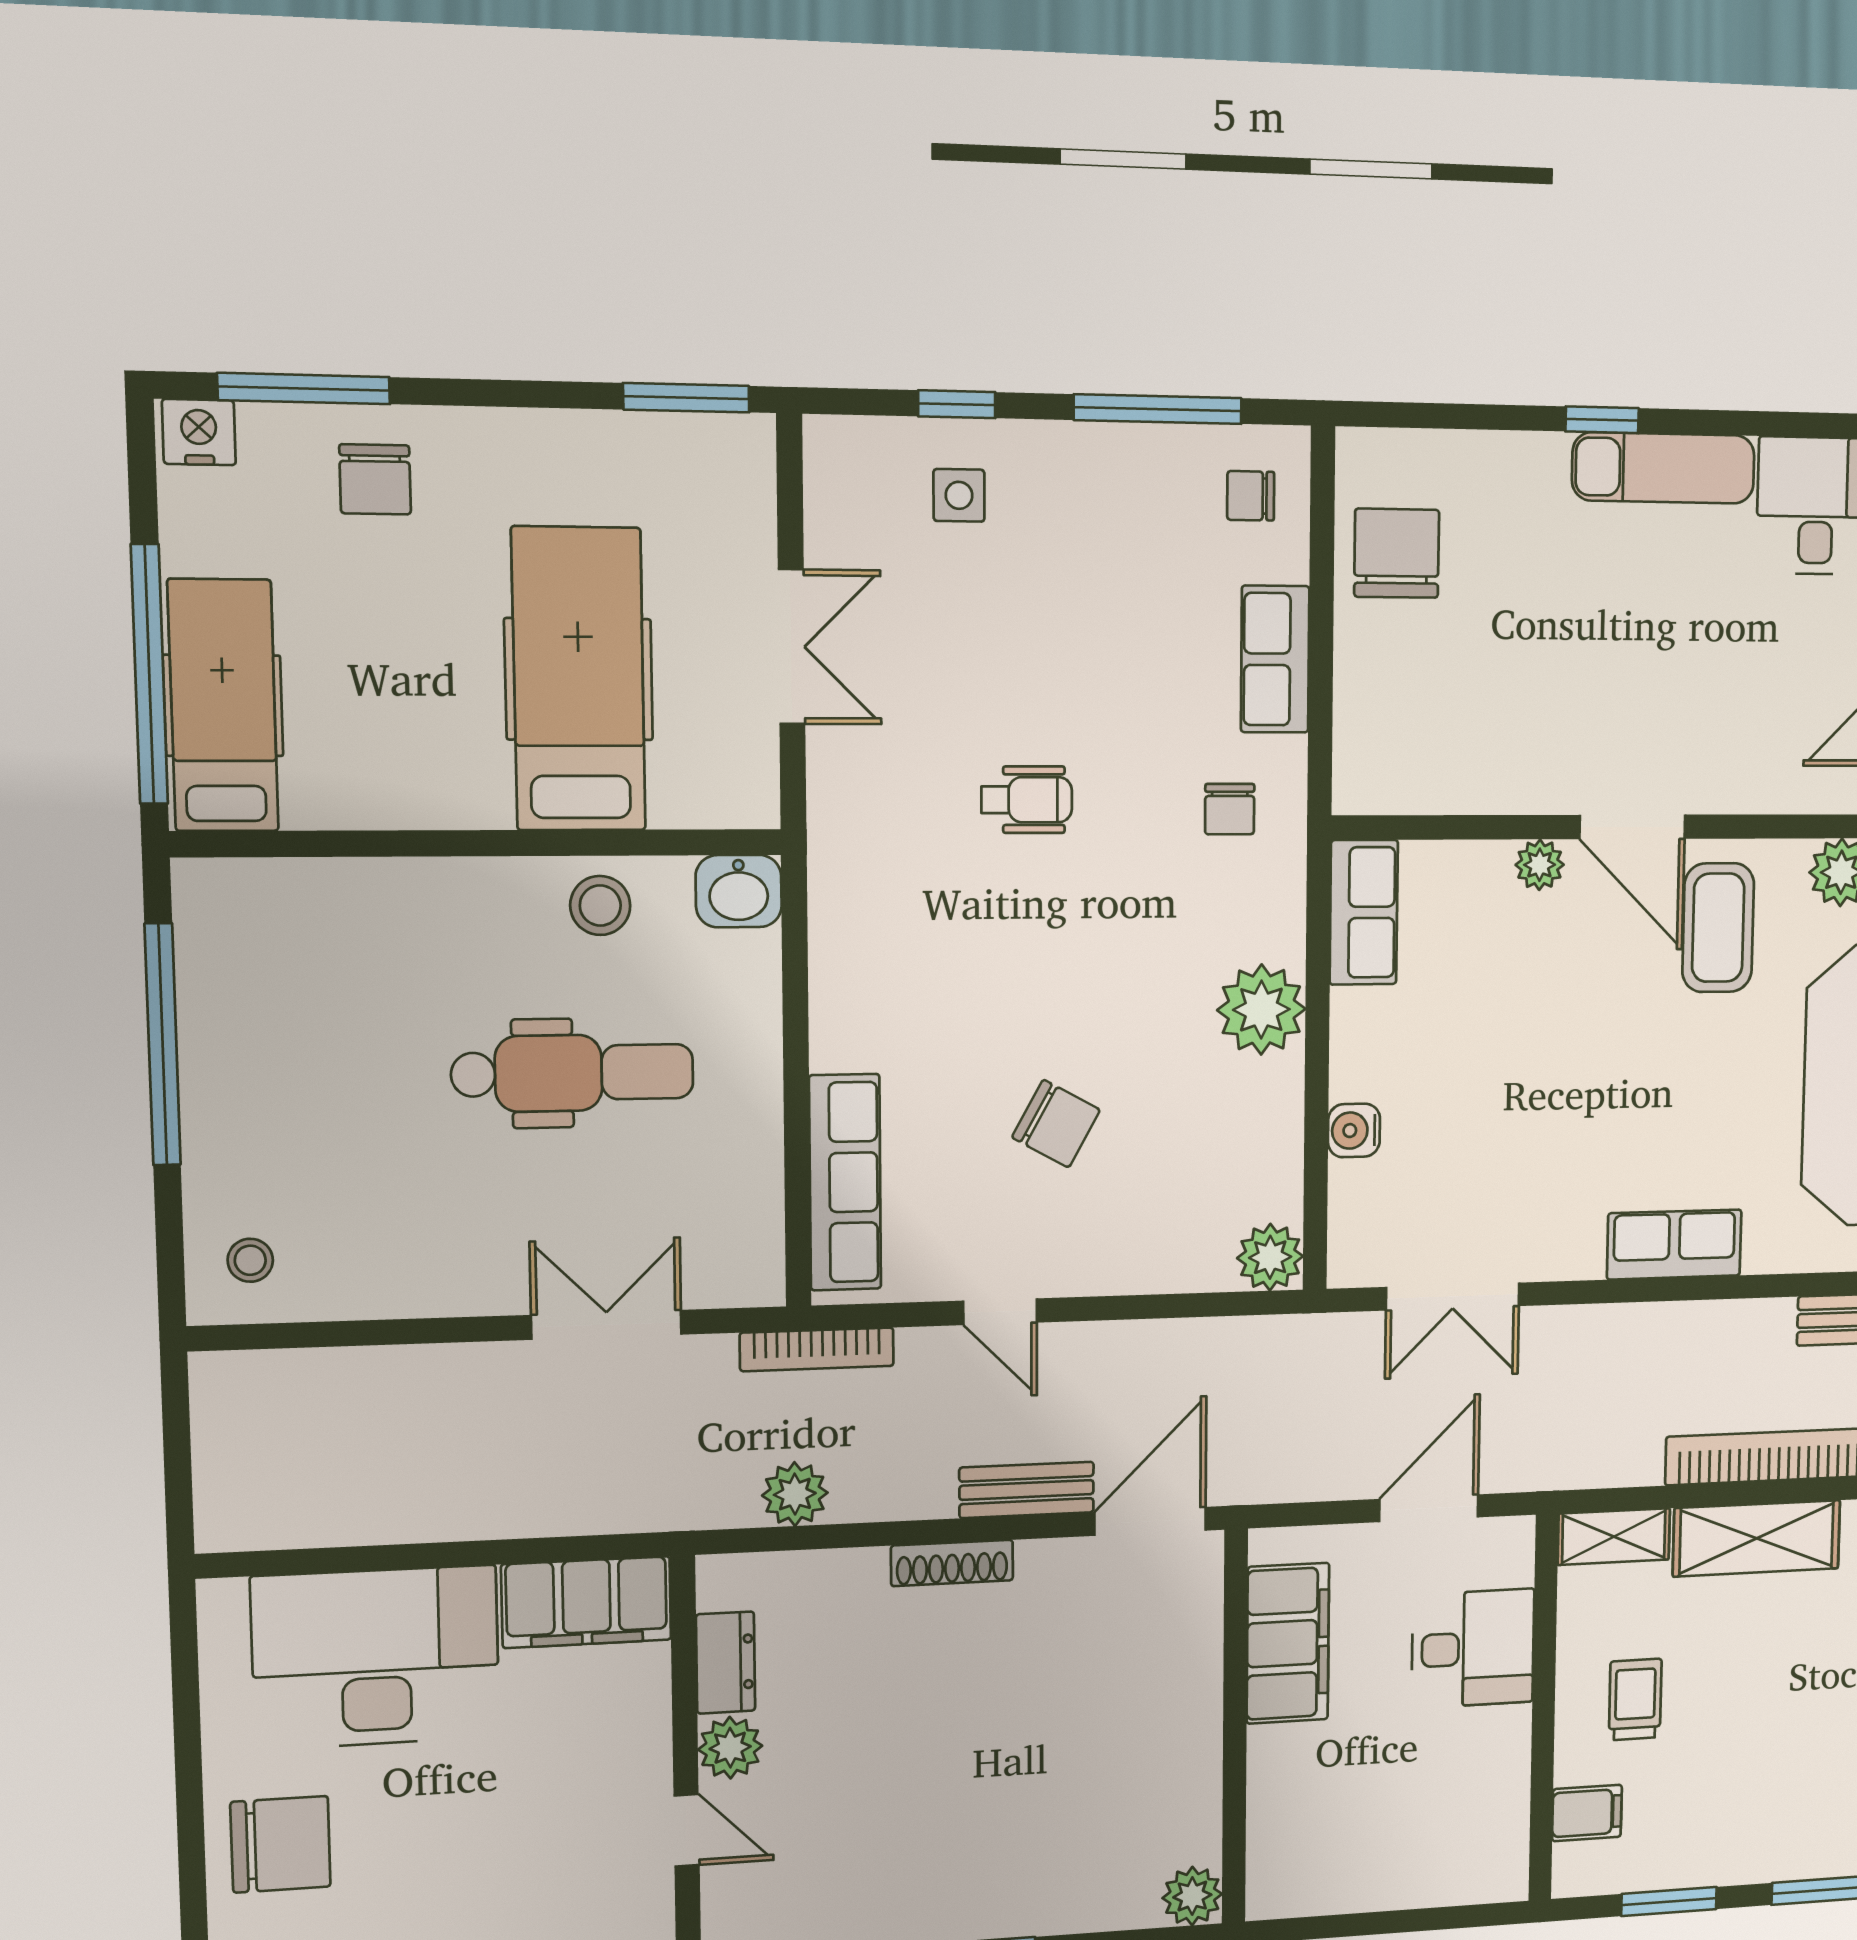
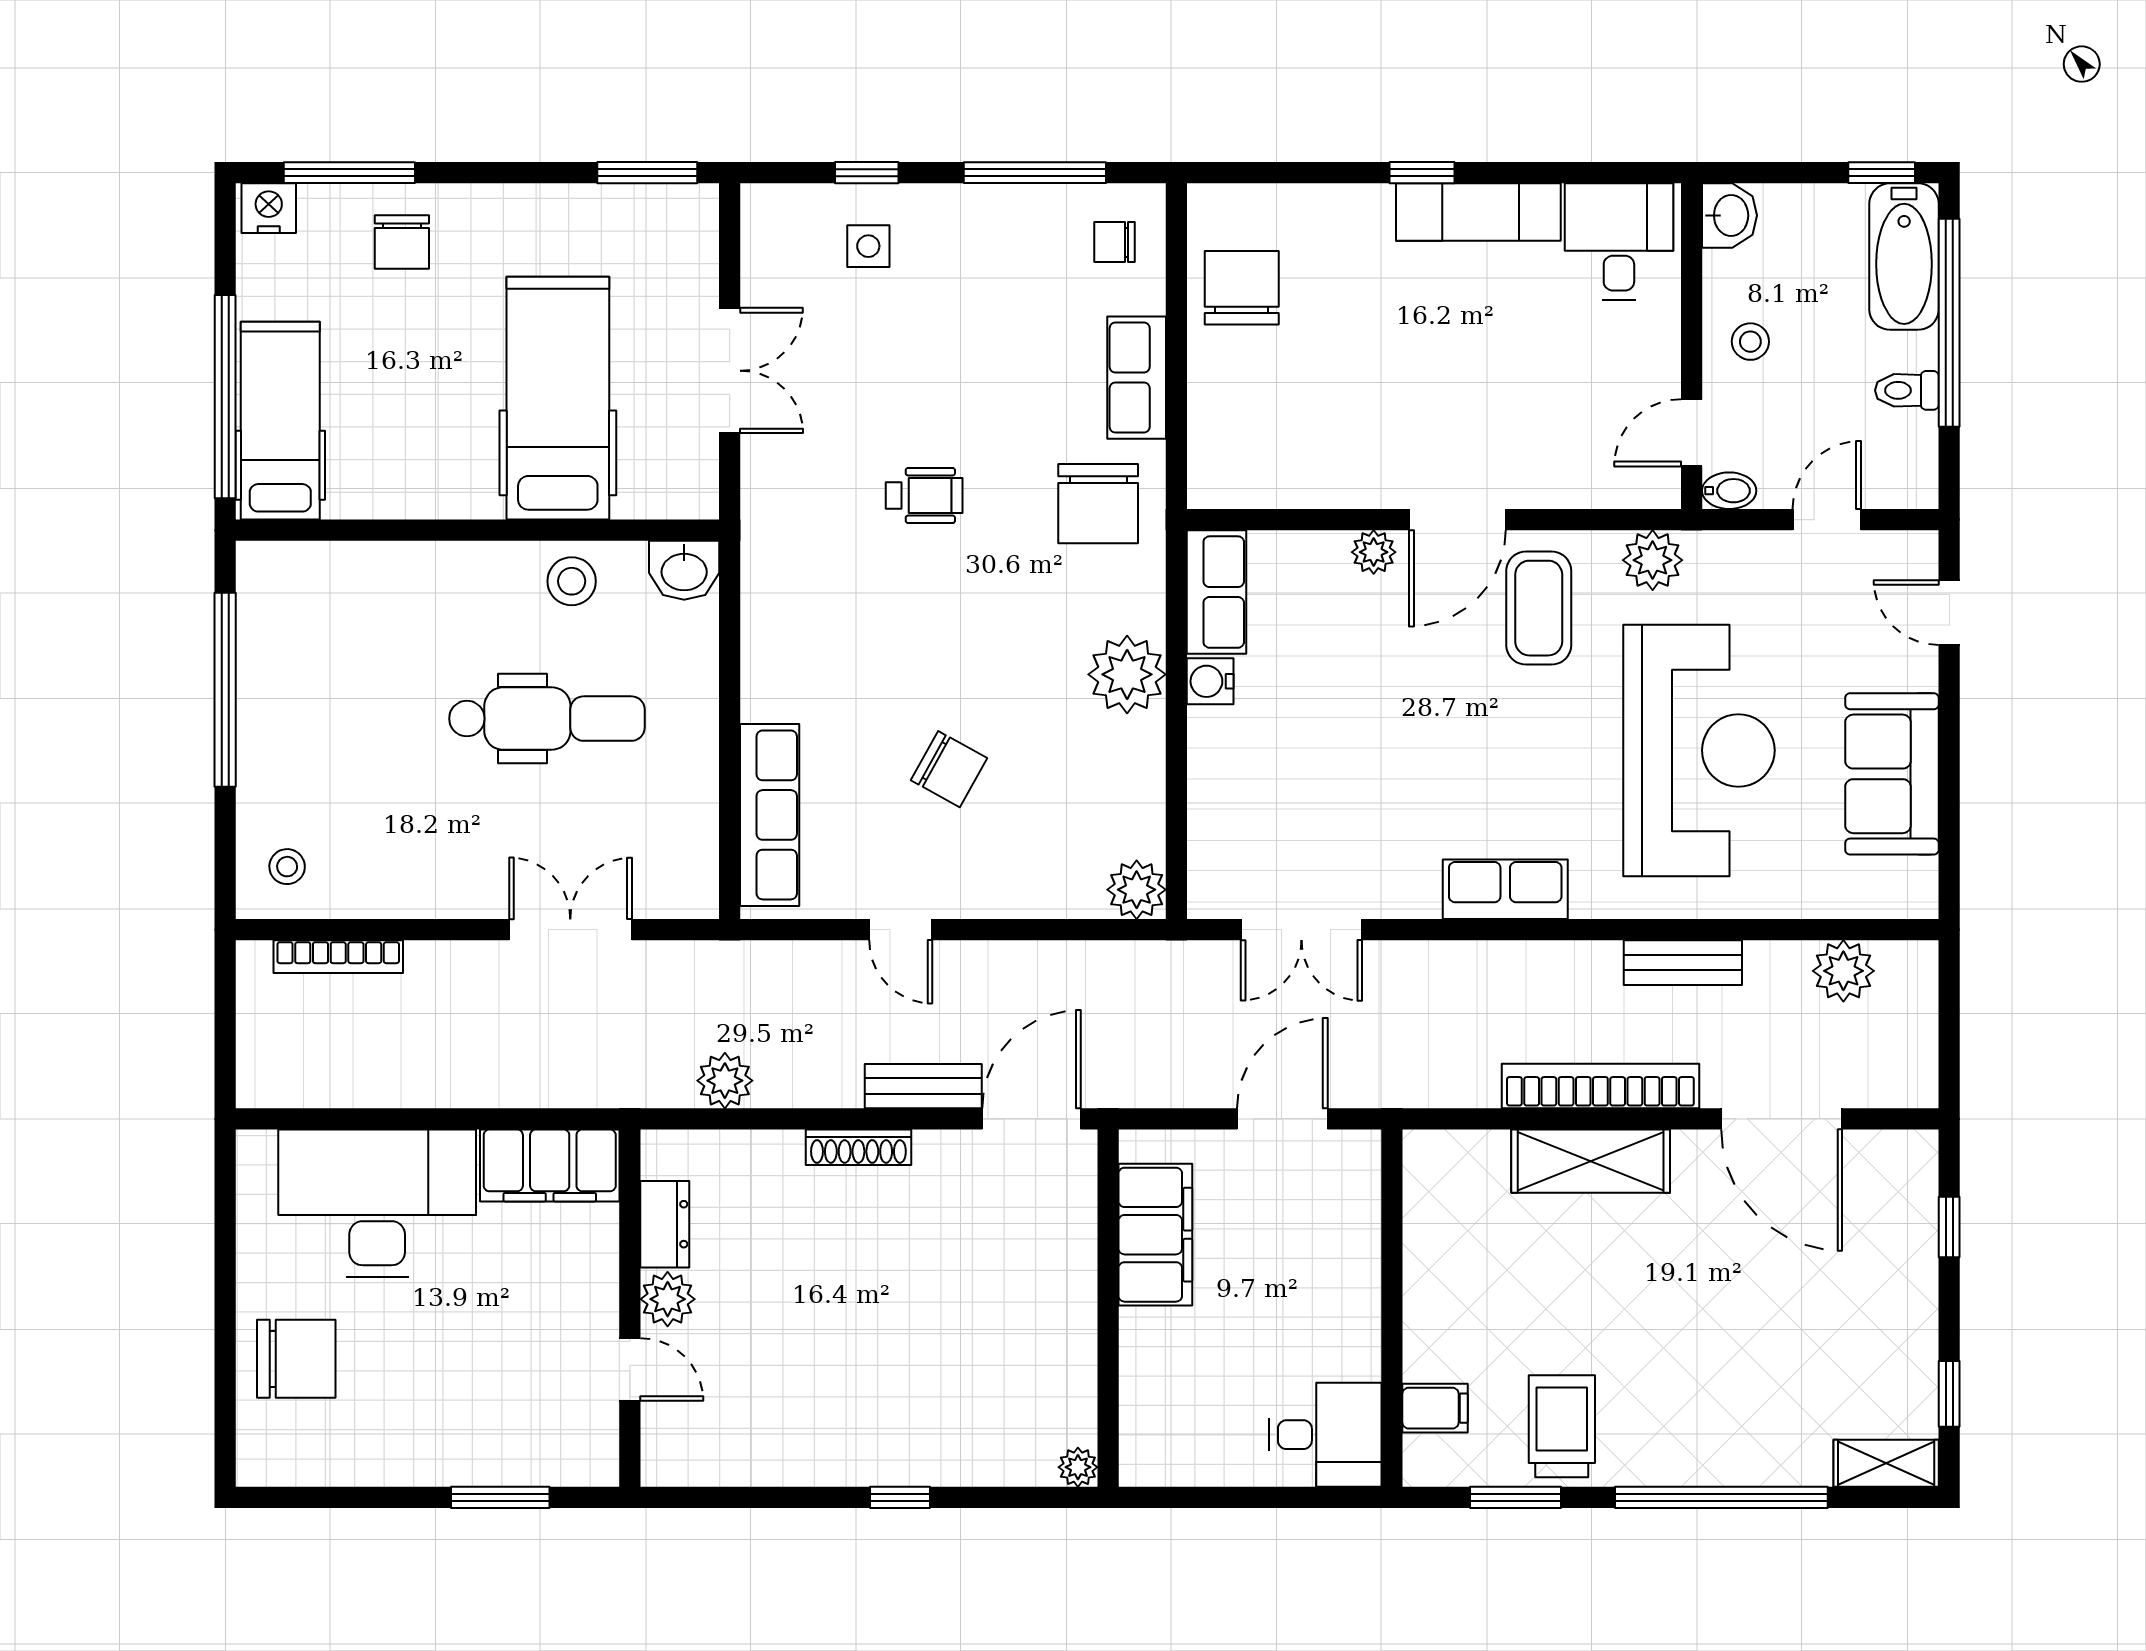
chair: (1230, 809) -> (1098, 504), width x1.87, depth x1.87
door: (1632, 827) -> (1457, 520), hinge flipped
water cooler: (1354, 1130) -> (1210, 681), moved
bookcase: (817, 1349) -> (338, 957), moved
shelving: (1614, 1537) -> (1455, 1153), removed
desk: (1473, 1648) -> (1325, 1435), moved
trolley: (1635, 1699) -> (1562, 1426), moved, width x1.36, depth x1.39
plant: (1192, 1896) -> (1078, 1467), width x0.73, depth x0.73

